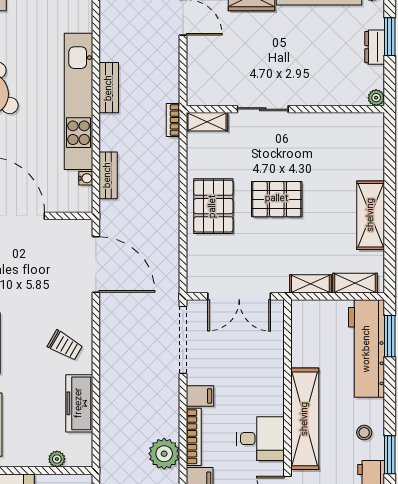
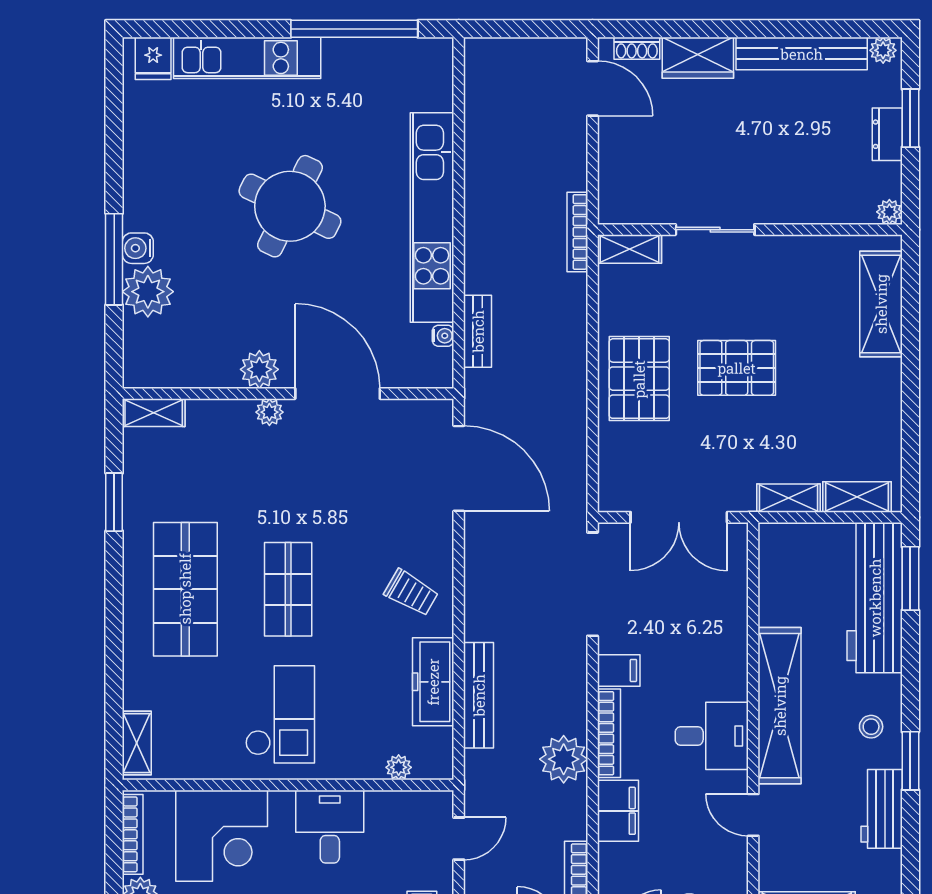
bench: (109, 88) -> (479, 695), moved, width x1.36
bookcase: (173, 120) -> (577, 232), width x1.56
shelving: (371, 215) -> (881, 304), moved

